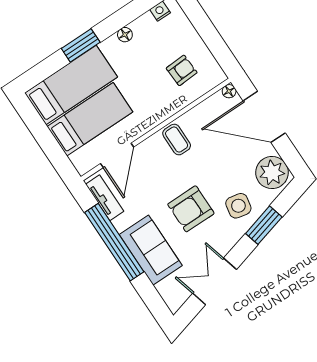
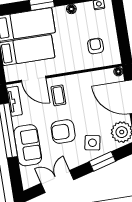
armchair: (182, 70) -> (96, 46), turned -87
coffee table: (177, 140) -> (58, 95), moved
door: (117, 155) -> (34, 79), hinge flipped

